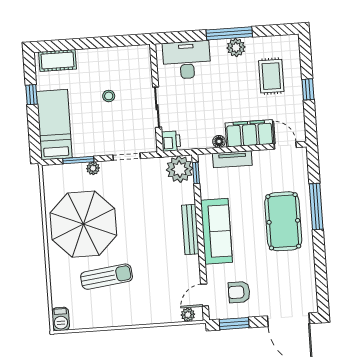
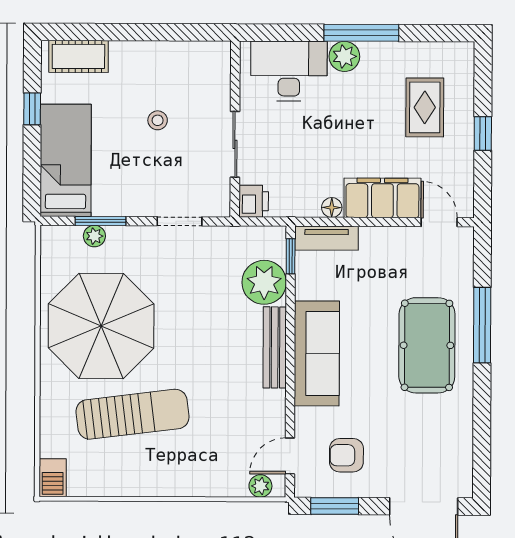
plant: (236, 47) -> (344, 56), moved
tv unit: (232, 159) -> (327, 238), moved
plant: (93, 168) -> (94, 236), moved
plant: (180, 169) -> (264, 282), moved
sun lounger: (107, 277) -> (132, 414), width x1.36, depth x1.34

